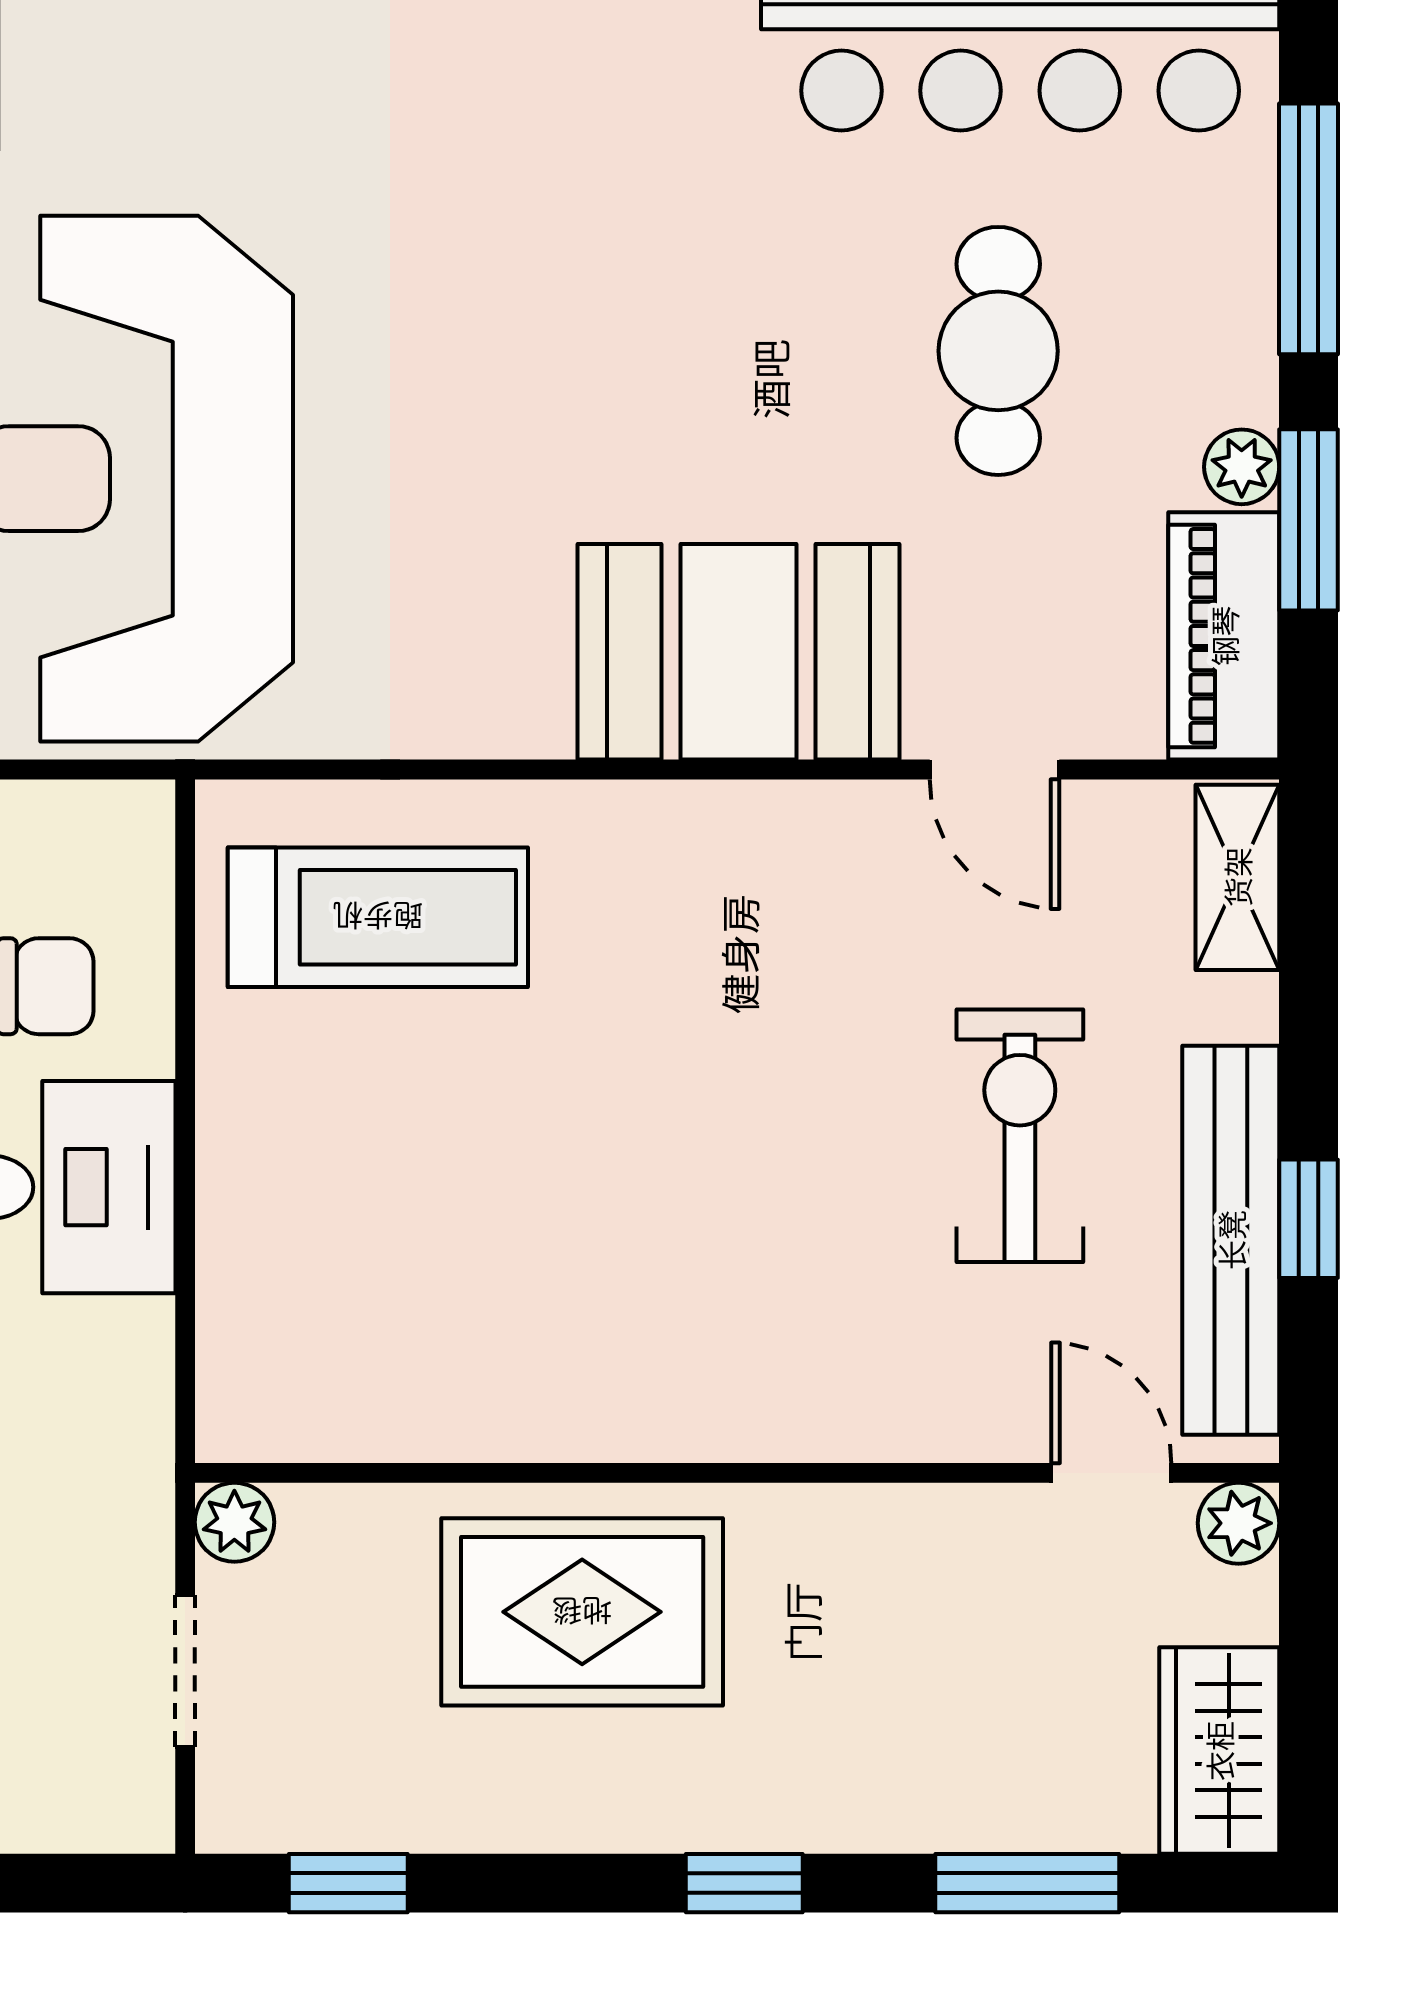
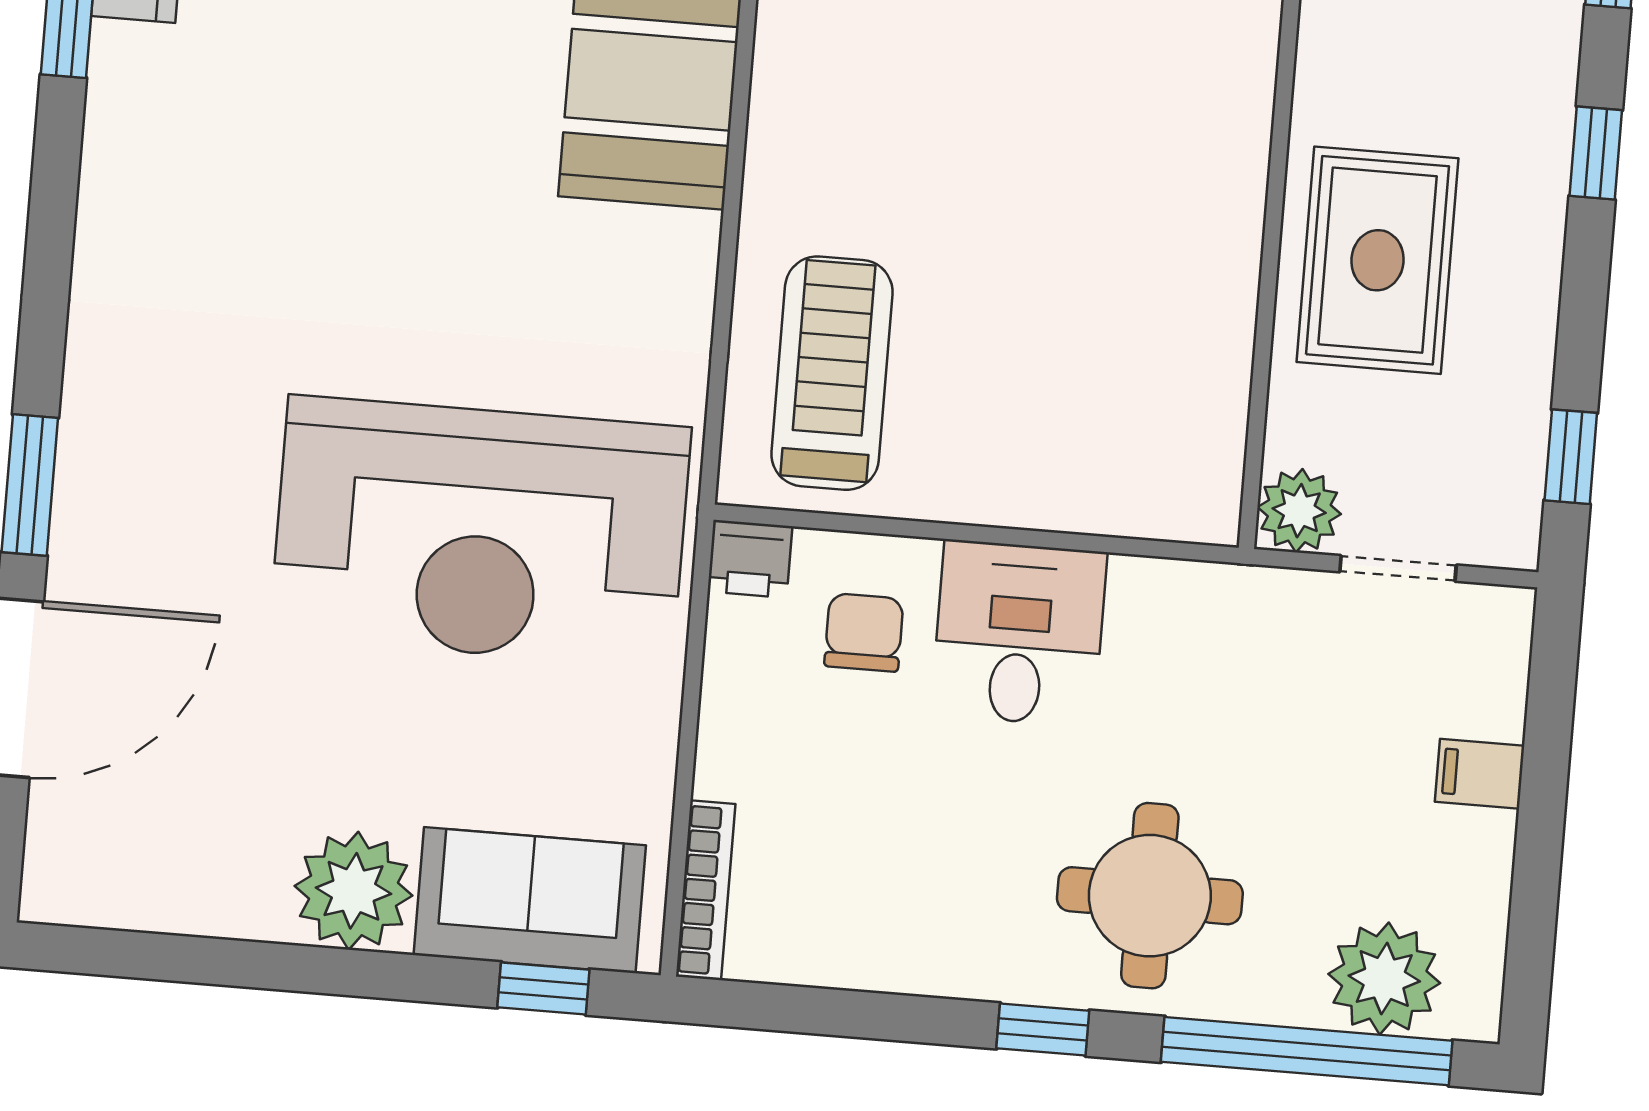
printer: (128, 831) -> (750, 559), added
plant: (234, 1522) -> (1299, 511), width x1.38, depth x1.38

